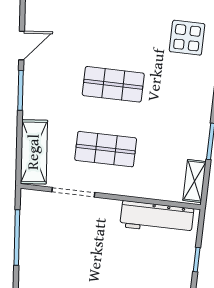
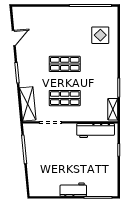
door: (22, 45) -> (14, 38), moved

